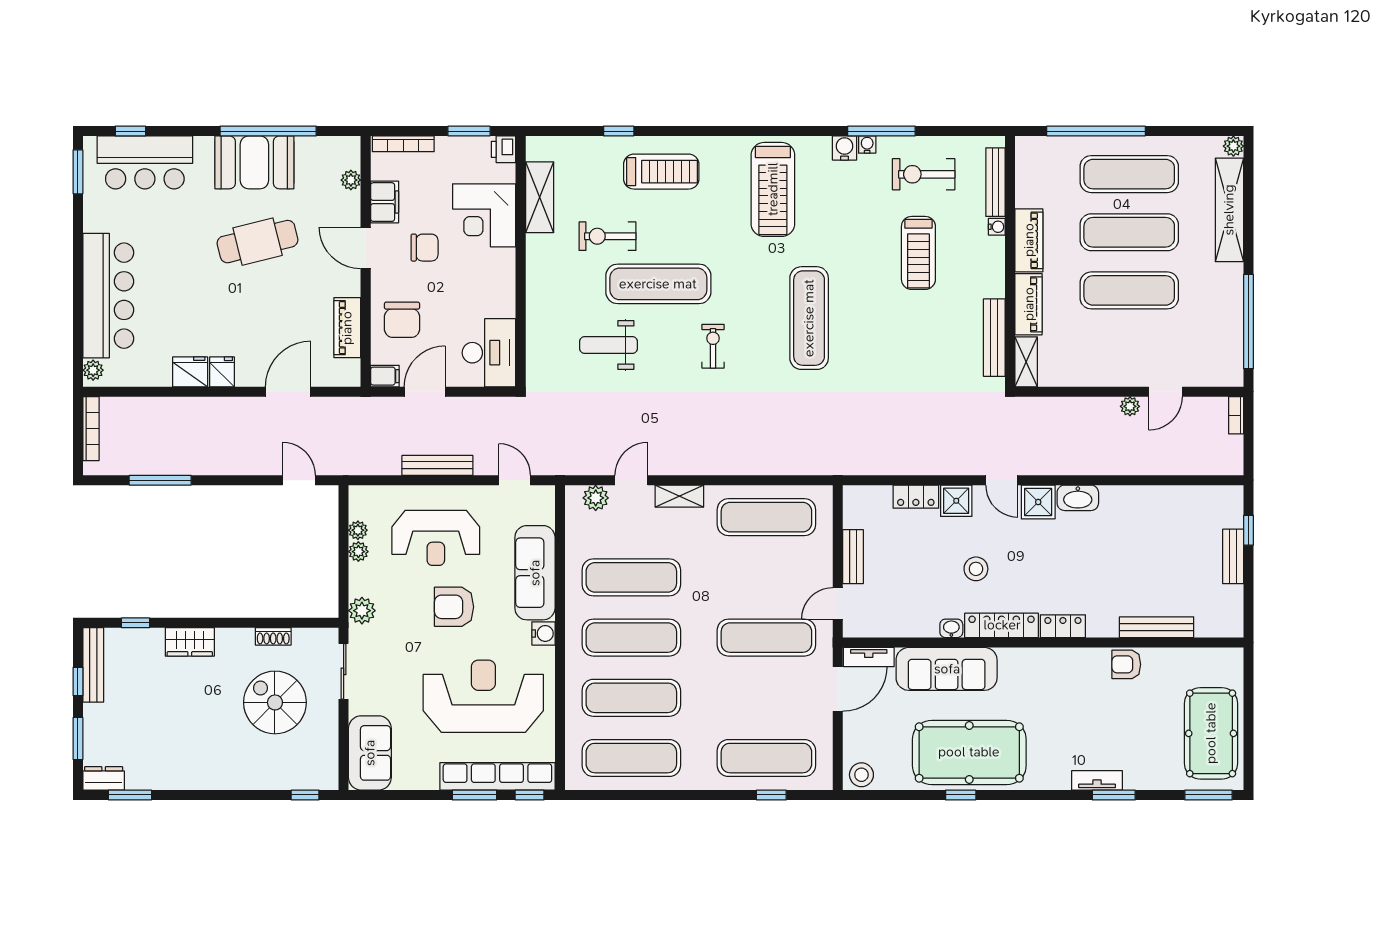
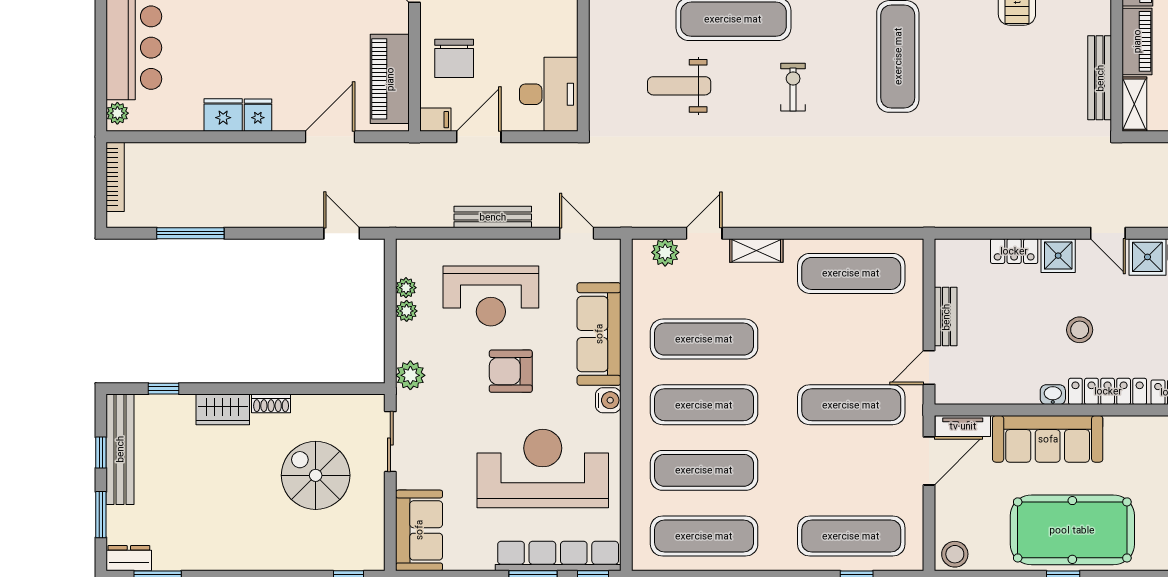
piano: (347, 328) -> (390, 79), width x1.37, depth x1.33
shoe rack: (273, 636) -> (271, 403), moved
bench: (93, 665) -> (120, 449), width x1.37, depth x1.21

